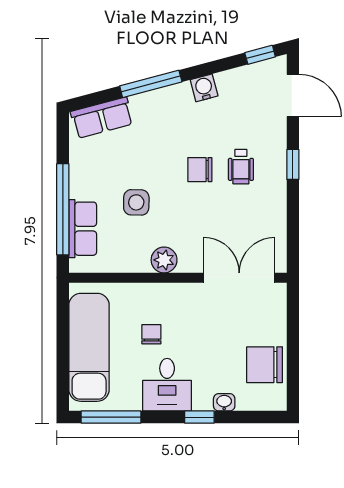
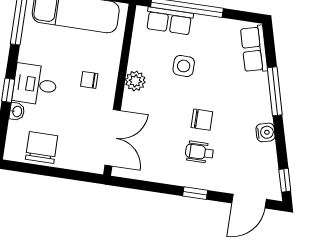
chair: (200, 170) -> (202, 120), turned 90
chair: (151, 334) -> (89, 80), moved, turned 180
desk: (167, 385) -> (35, 84), moved

